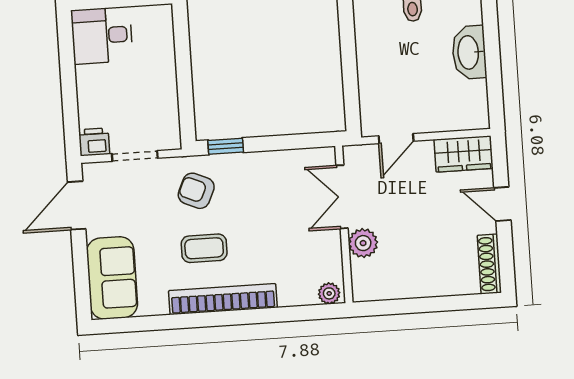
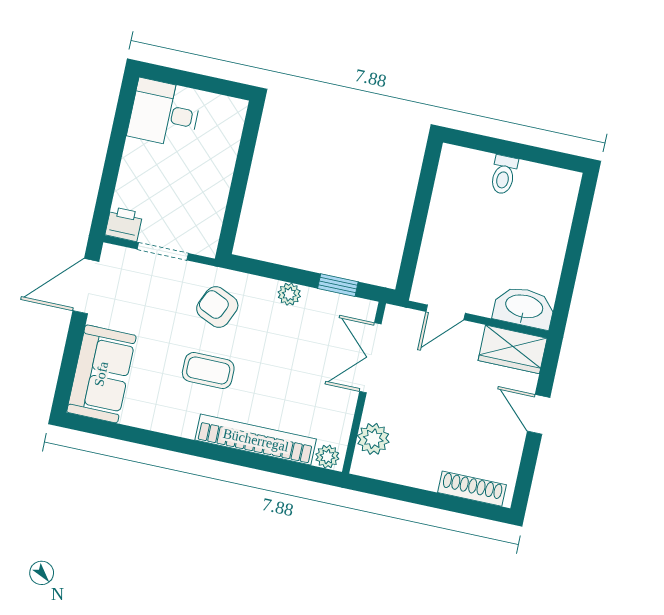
washbasin: (469, 52) -> (524, 307), moved, turned 90
window: (226, 146) -> (338, 285), moved
plant: (256, 162) -> (289, 294), added
plant: (363, 243) -> (373, 439), moved
shoe rack: (489, 264) -> (472, 489), moved, turned 90
bookcase: (223, 299) -> (256, 440), moved

